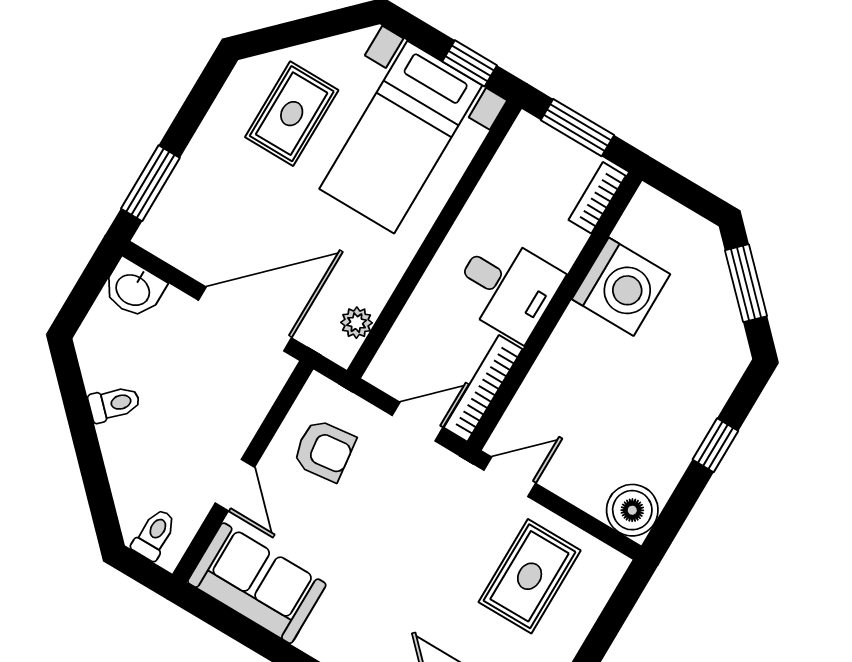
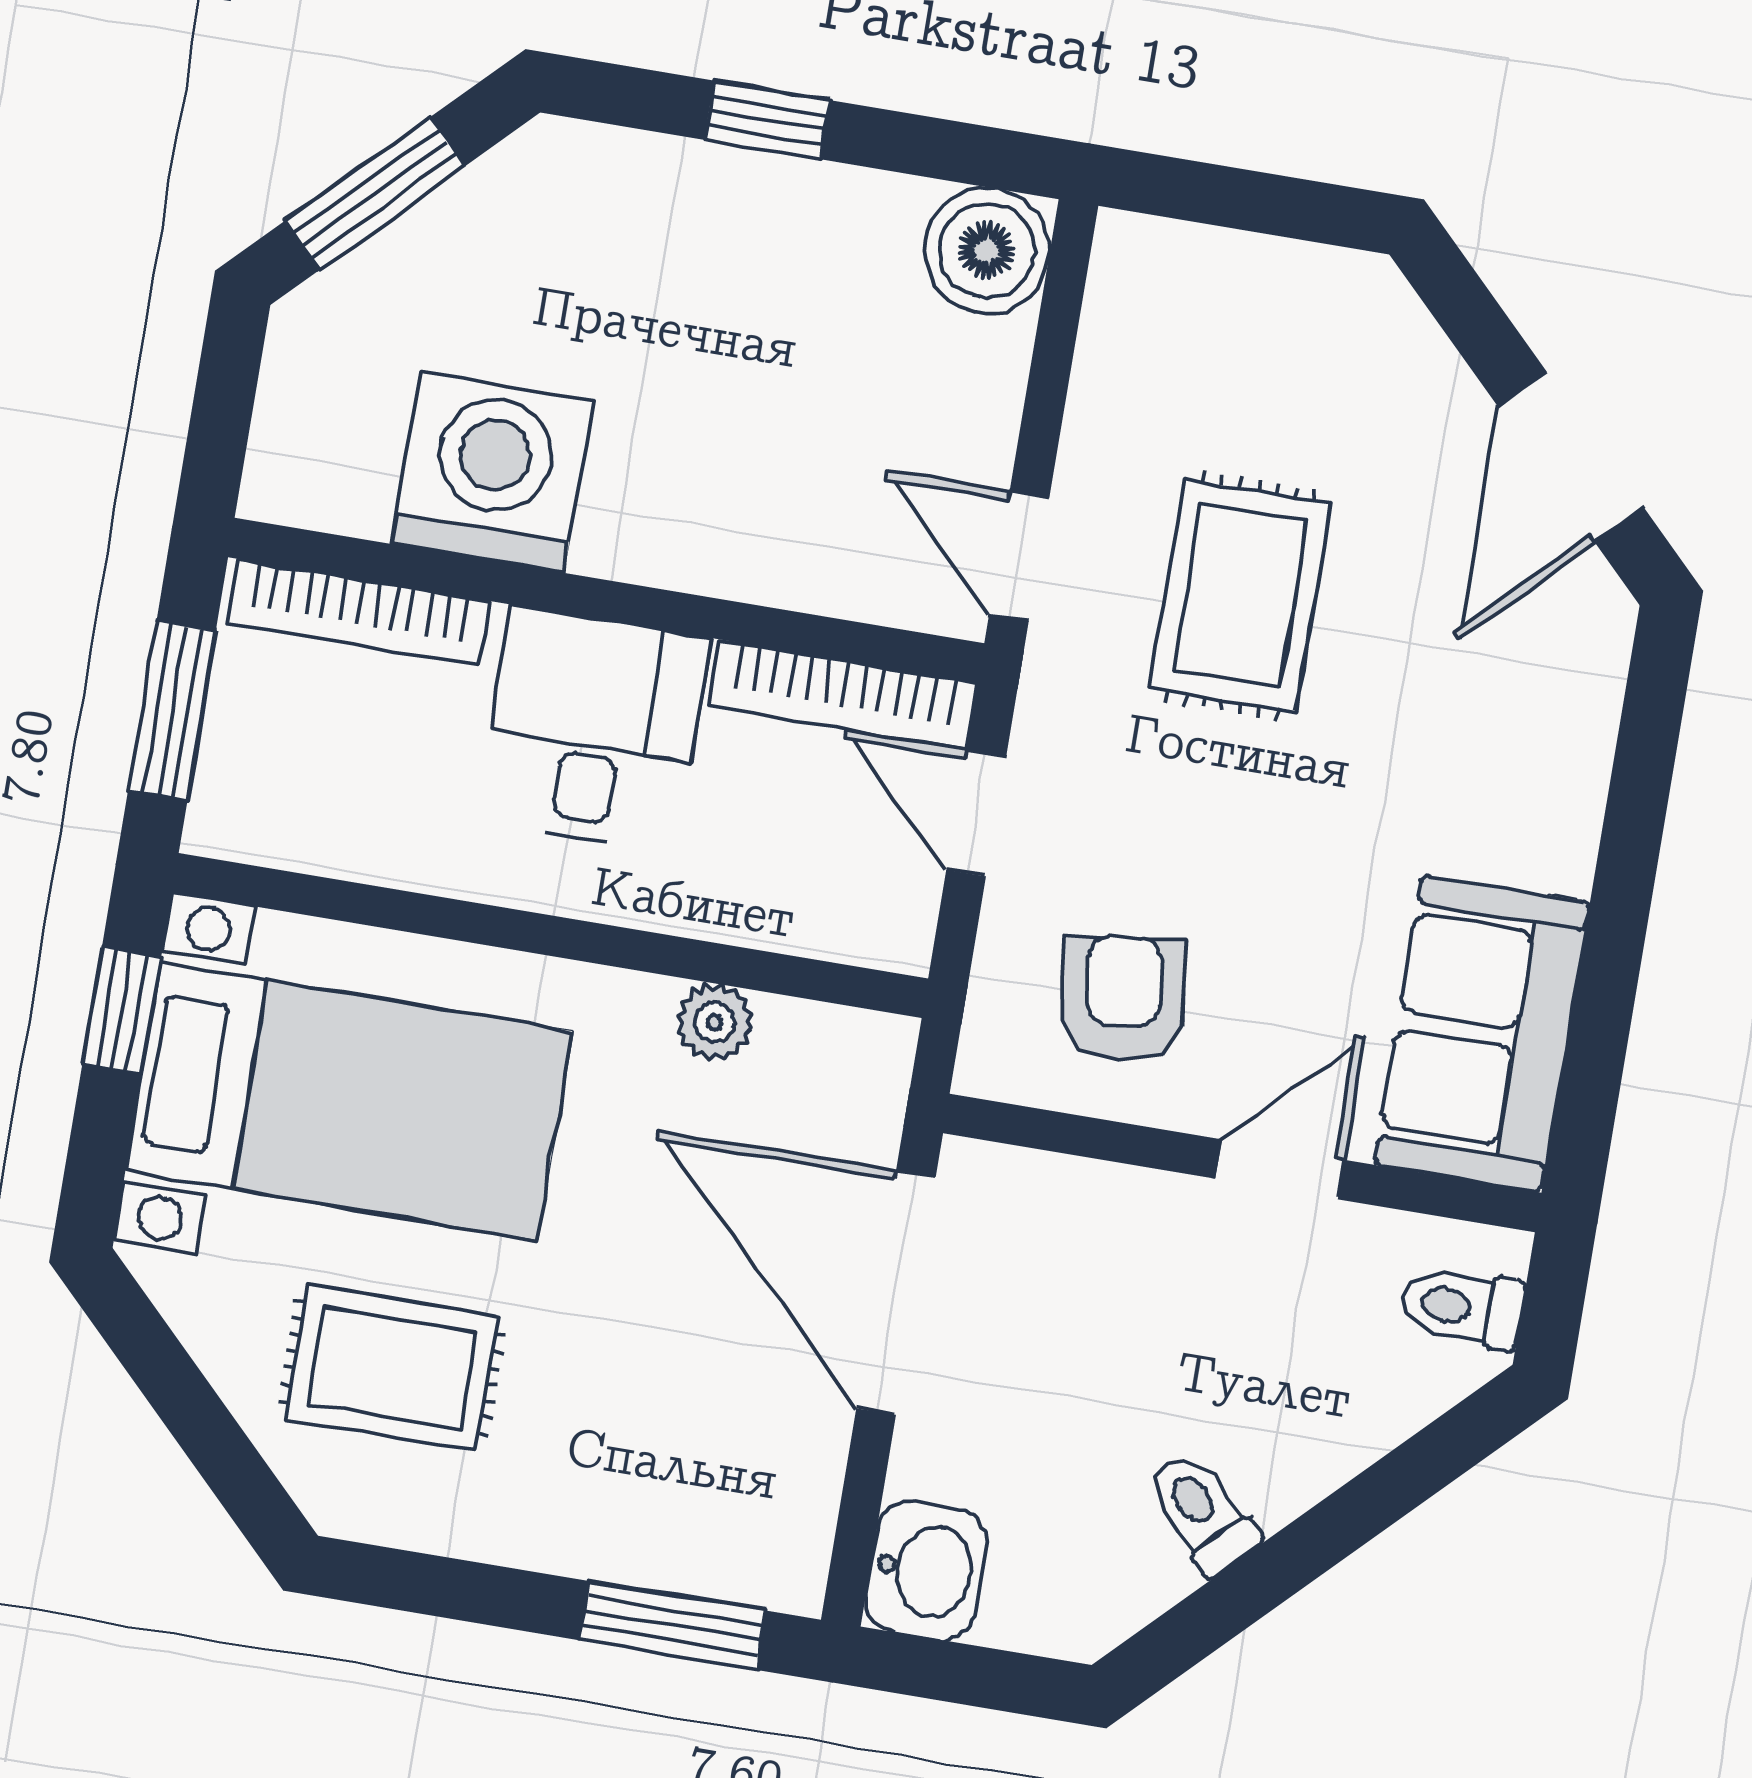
bookcase: (597, 198) -> (358, 612), width x1.56
plant: (357, 323) -> (714, 1022), moved
rug: (530, 576) -> (1240, 596), moved, turned 90

